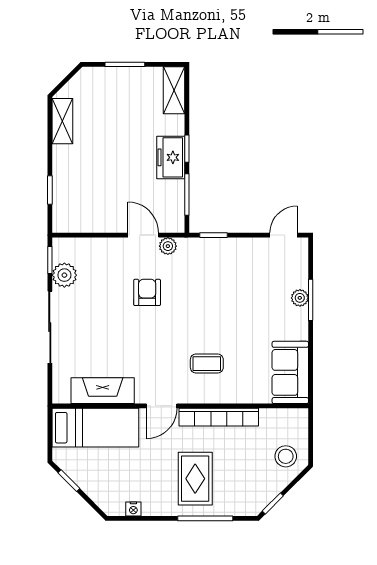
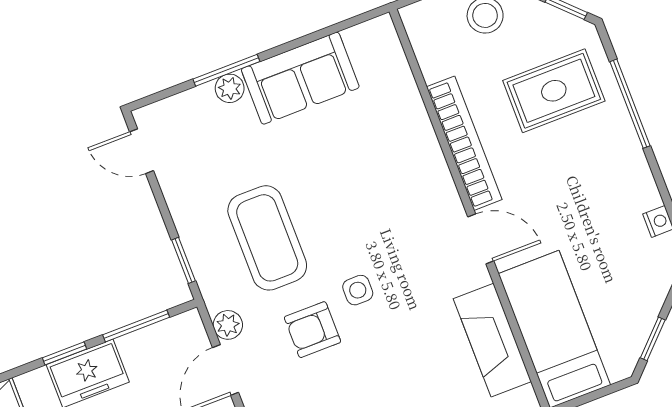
side table: (159, 326) -> (358, 290), added
coffee table: (207, 364) -> (267, 238), moved, width x1.86, depth x1.72
sofa: (290, 372) -> (300, 78), moved
rug: (195, 479) -> (554, 91), moved

